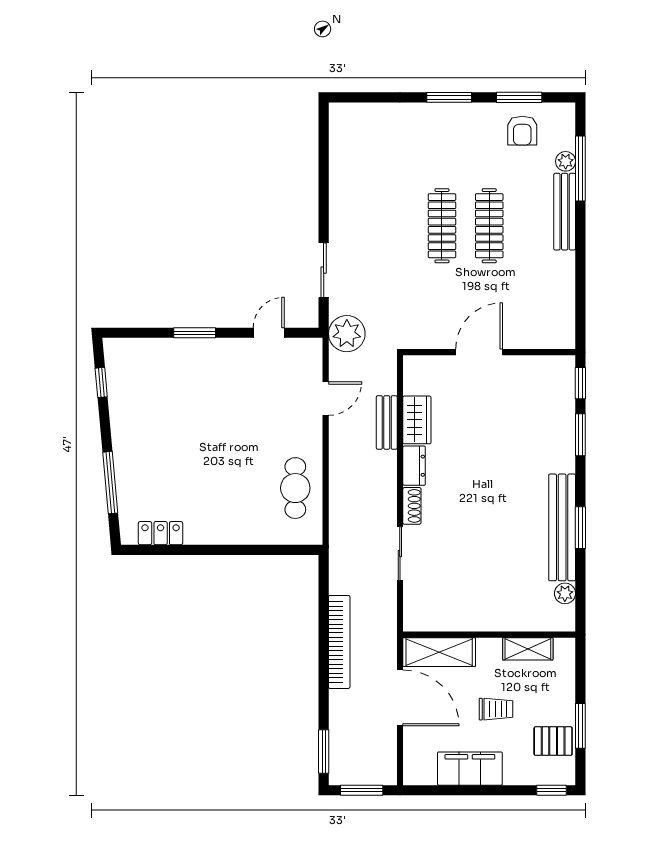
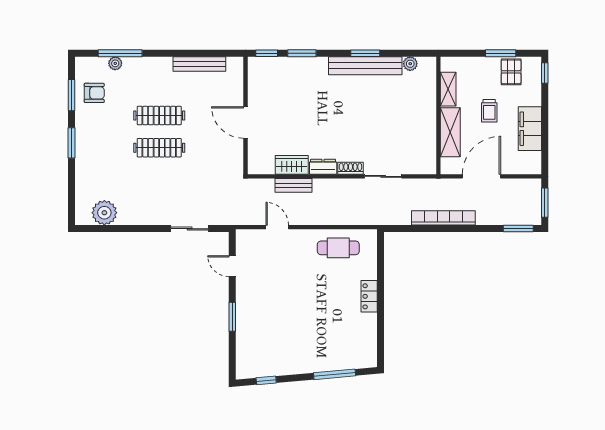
bench: (565, 212) -> (199, 64), moved
plant: (347, 334) -> (104, 213), moved
locker: (161, 533) -> (369, 296), moved
shelving: (439, 652) -> (450, 132), moved
trolley: (496, 709) -> (489, 111), turned 180

